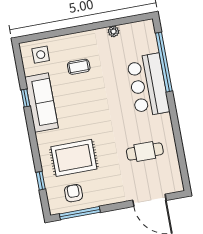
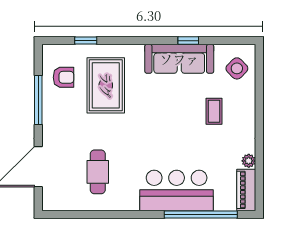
piano: (137, 29) -> (246, 190), added
side table: (41, 55) -> (237, 68), turned 45
window: (80, 213) -> (38, 100), moved

